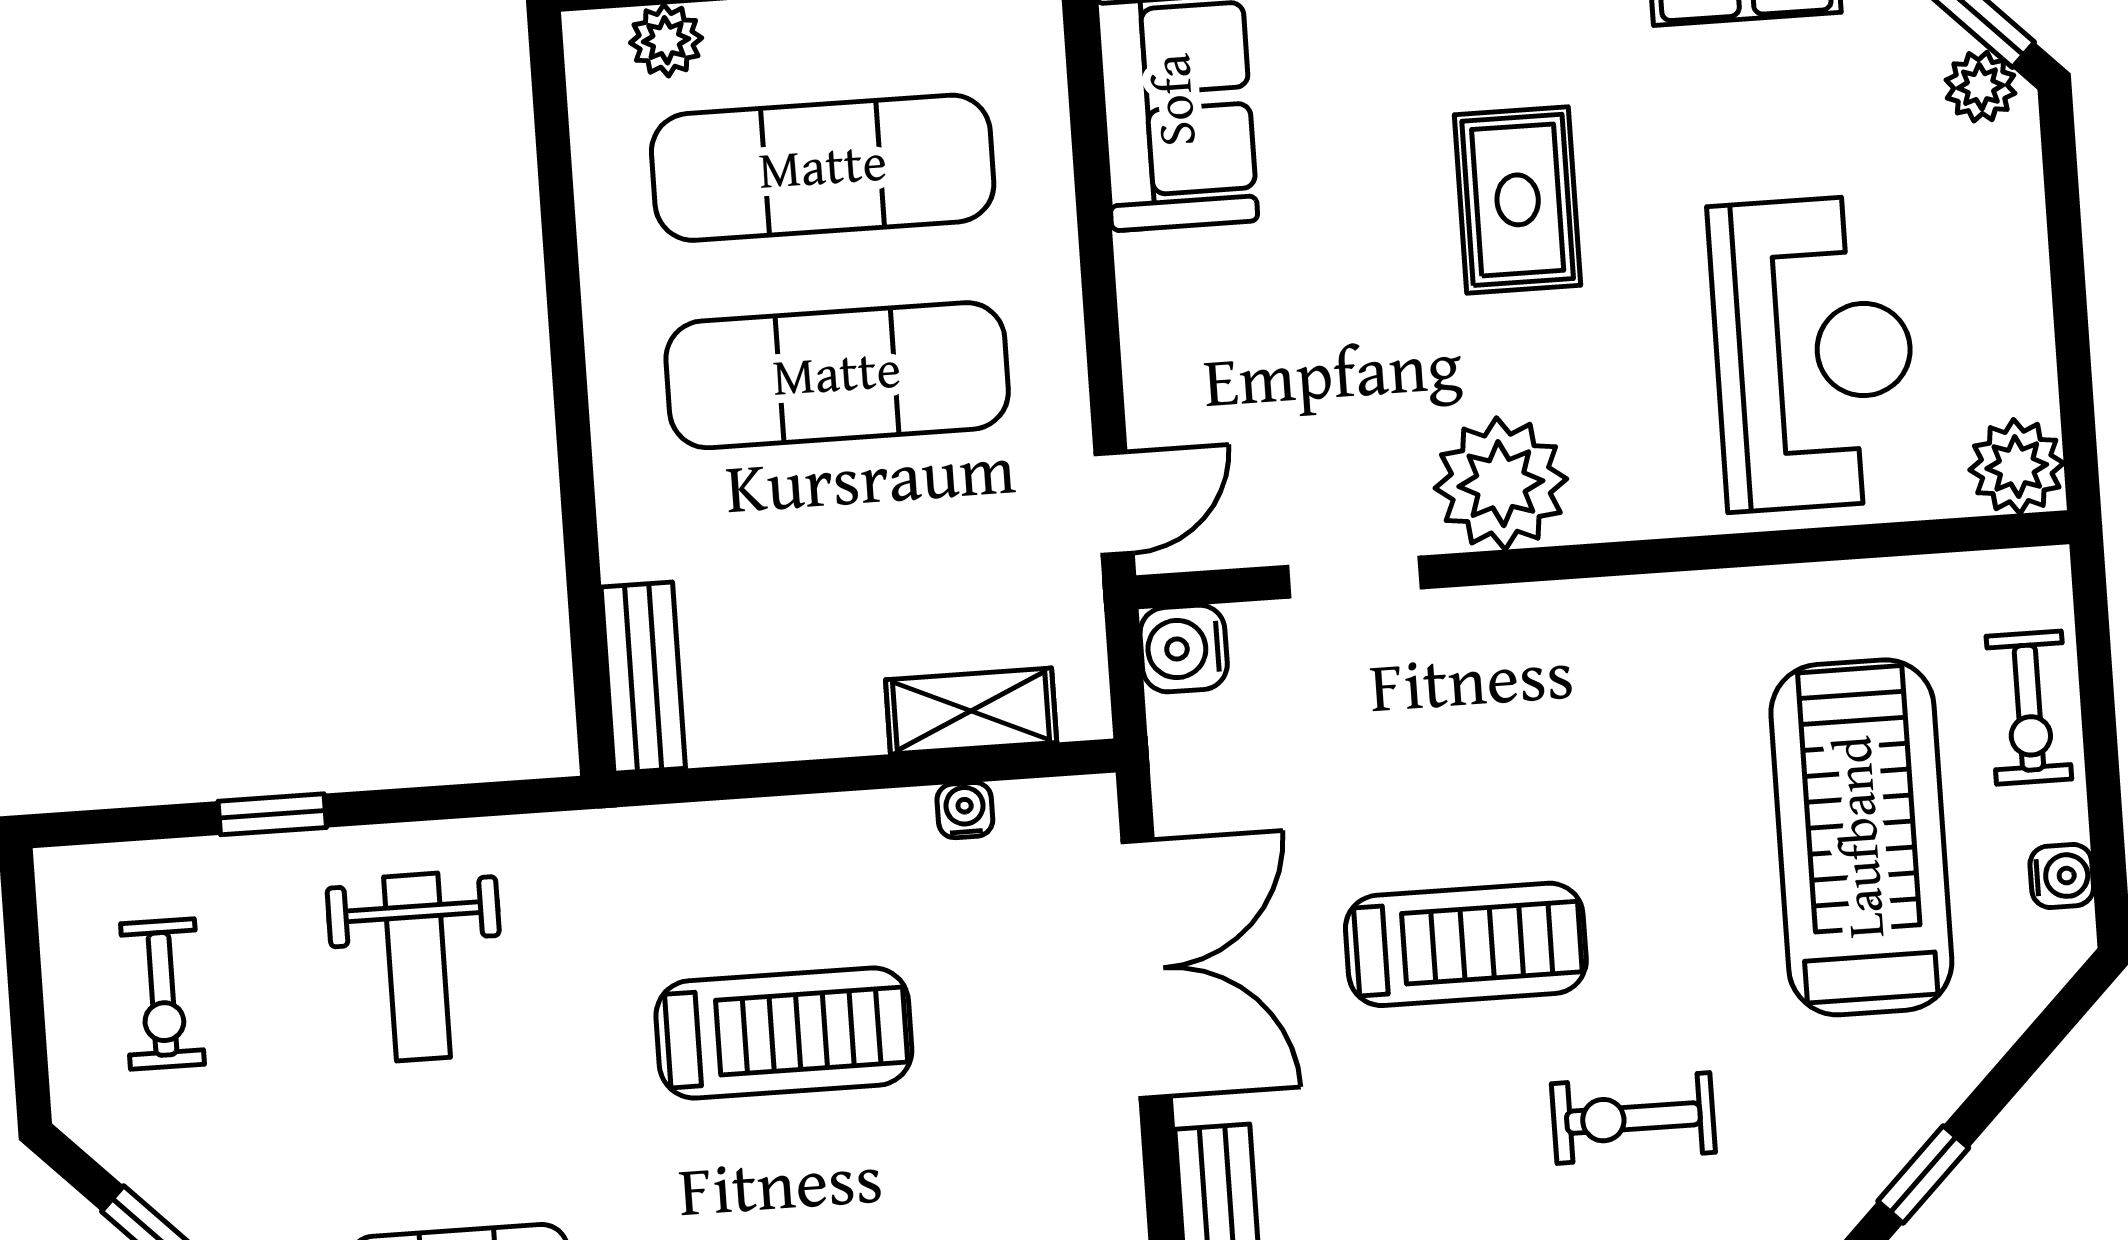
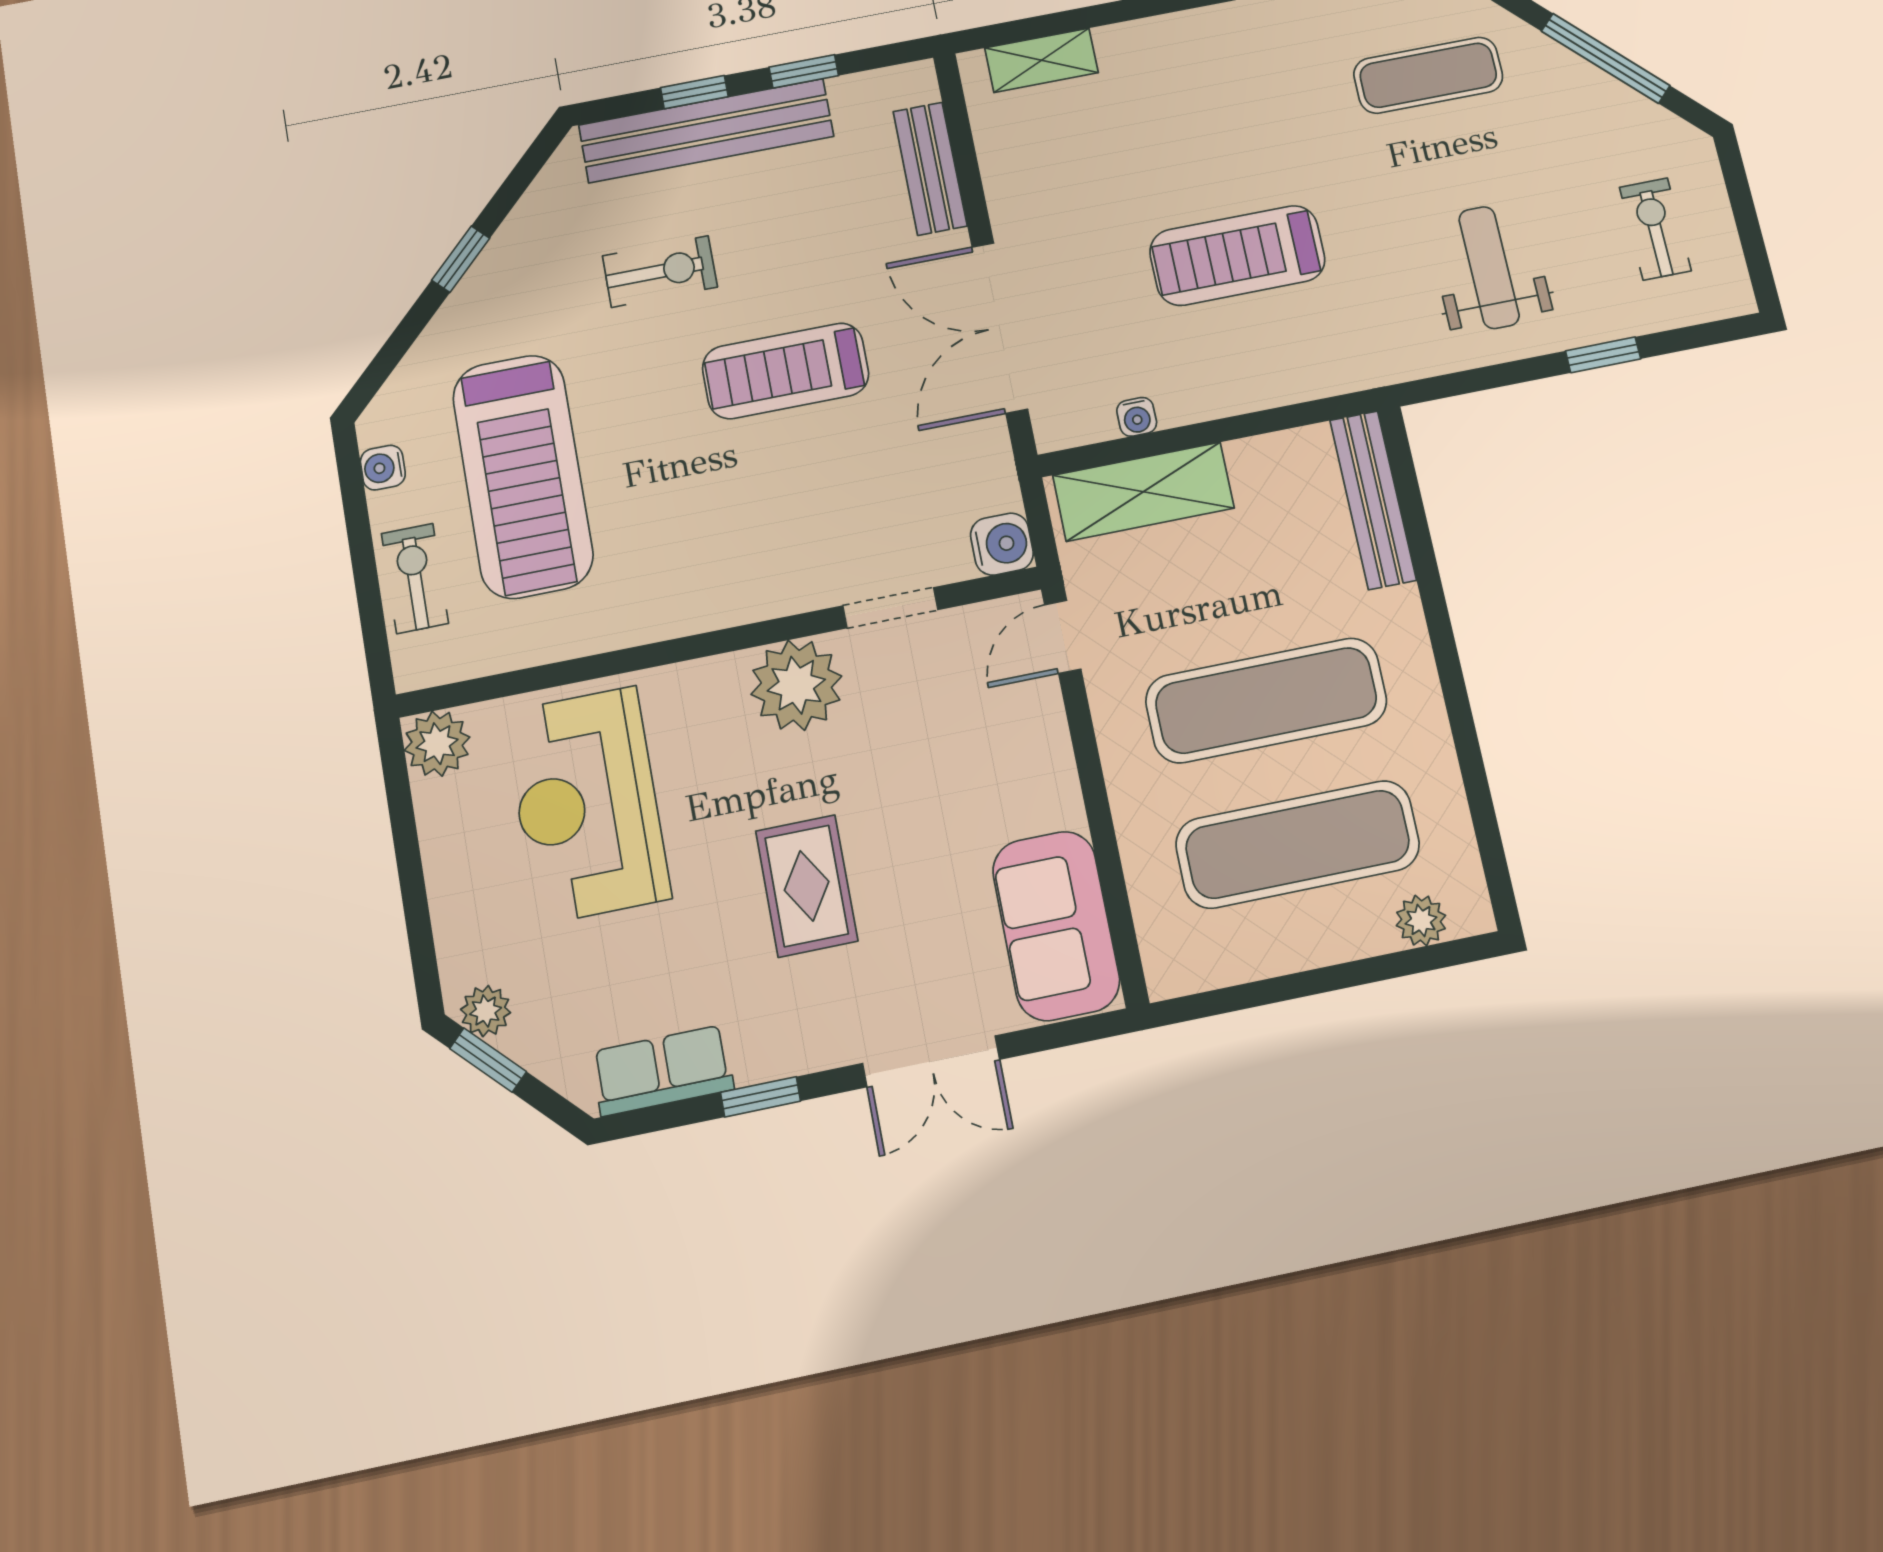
bench: (643, 678) -> (1373, 500), width x1.36
shelving: (971, 711) -> (1143, 492), width x1.50, depth x1.33

